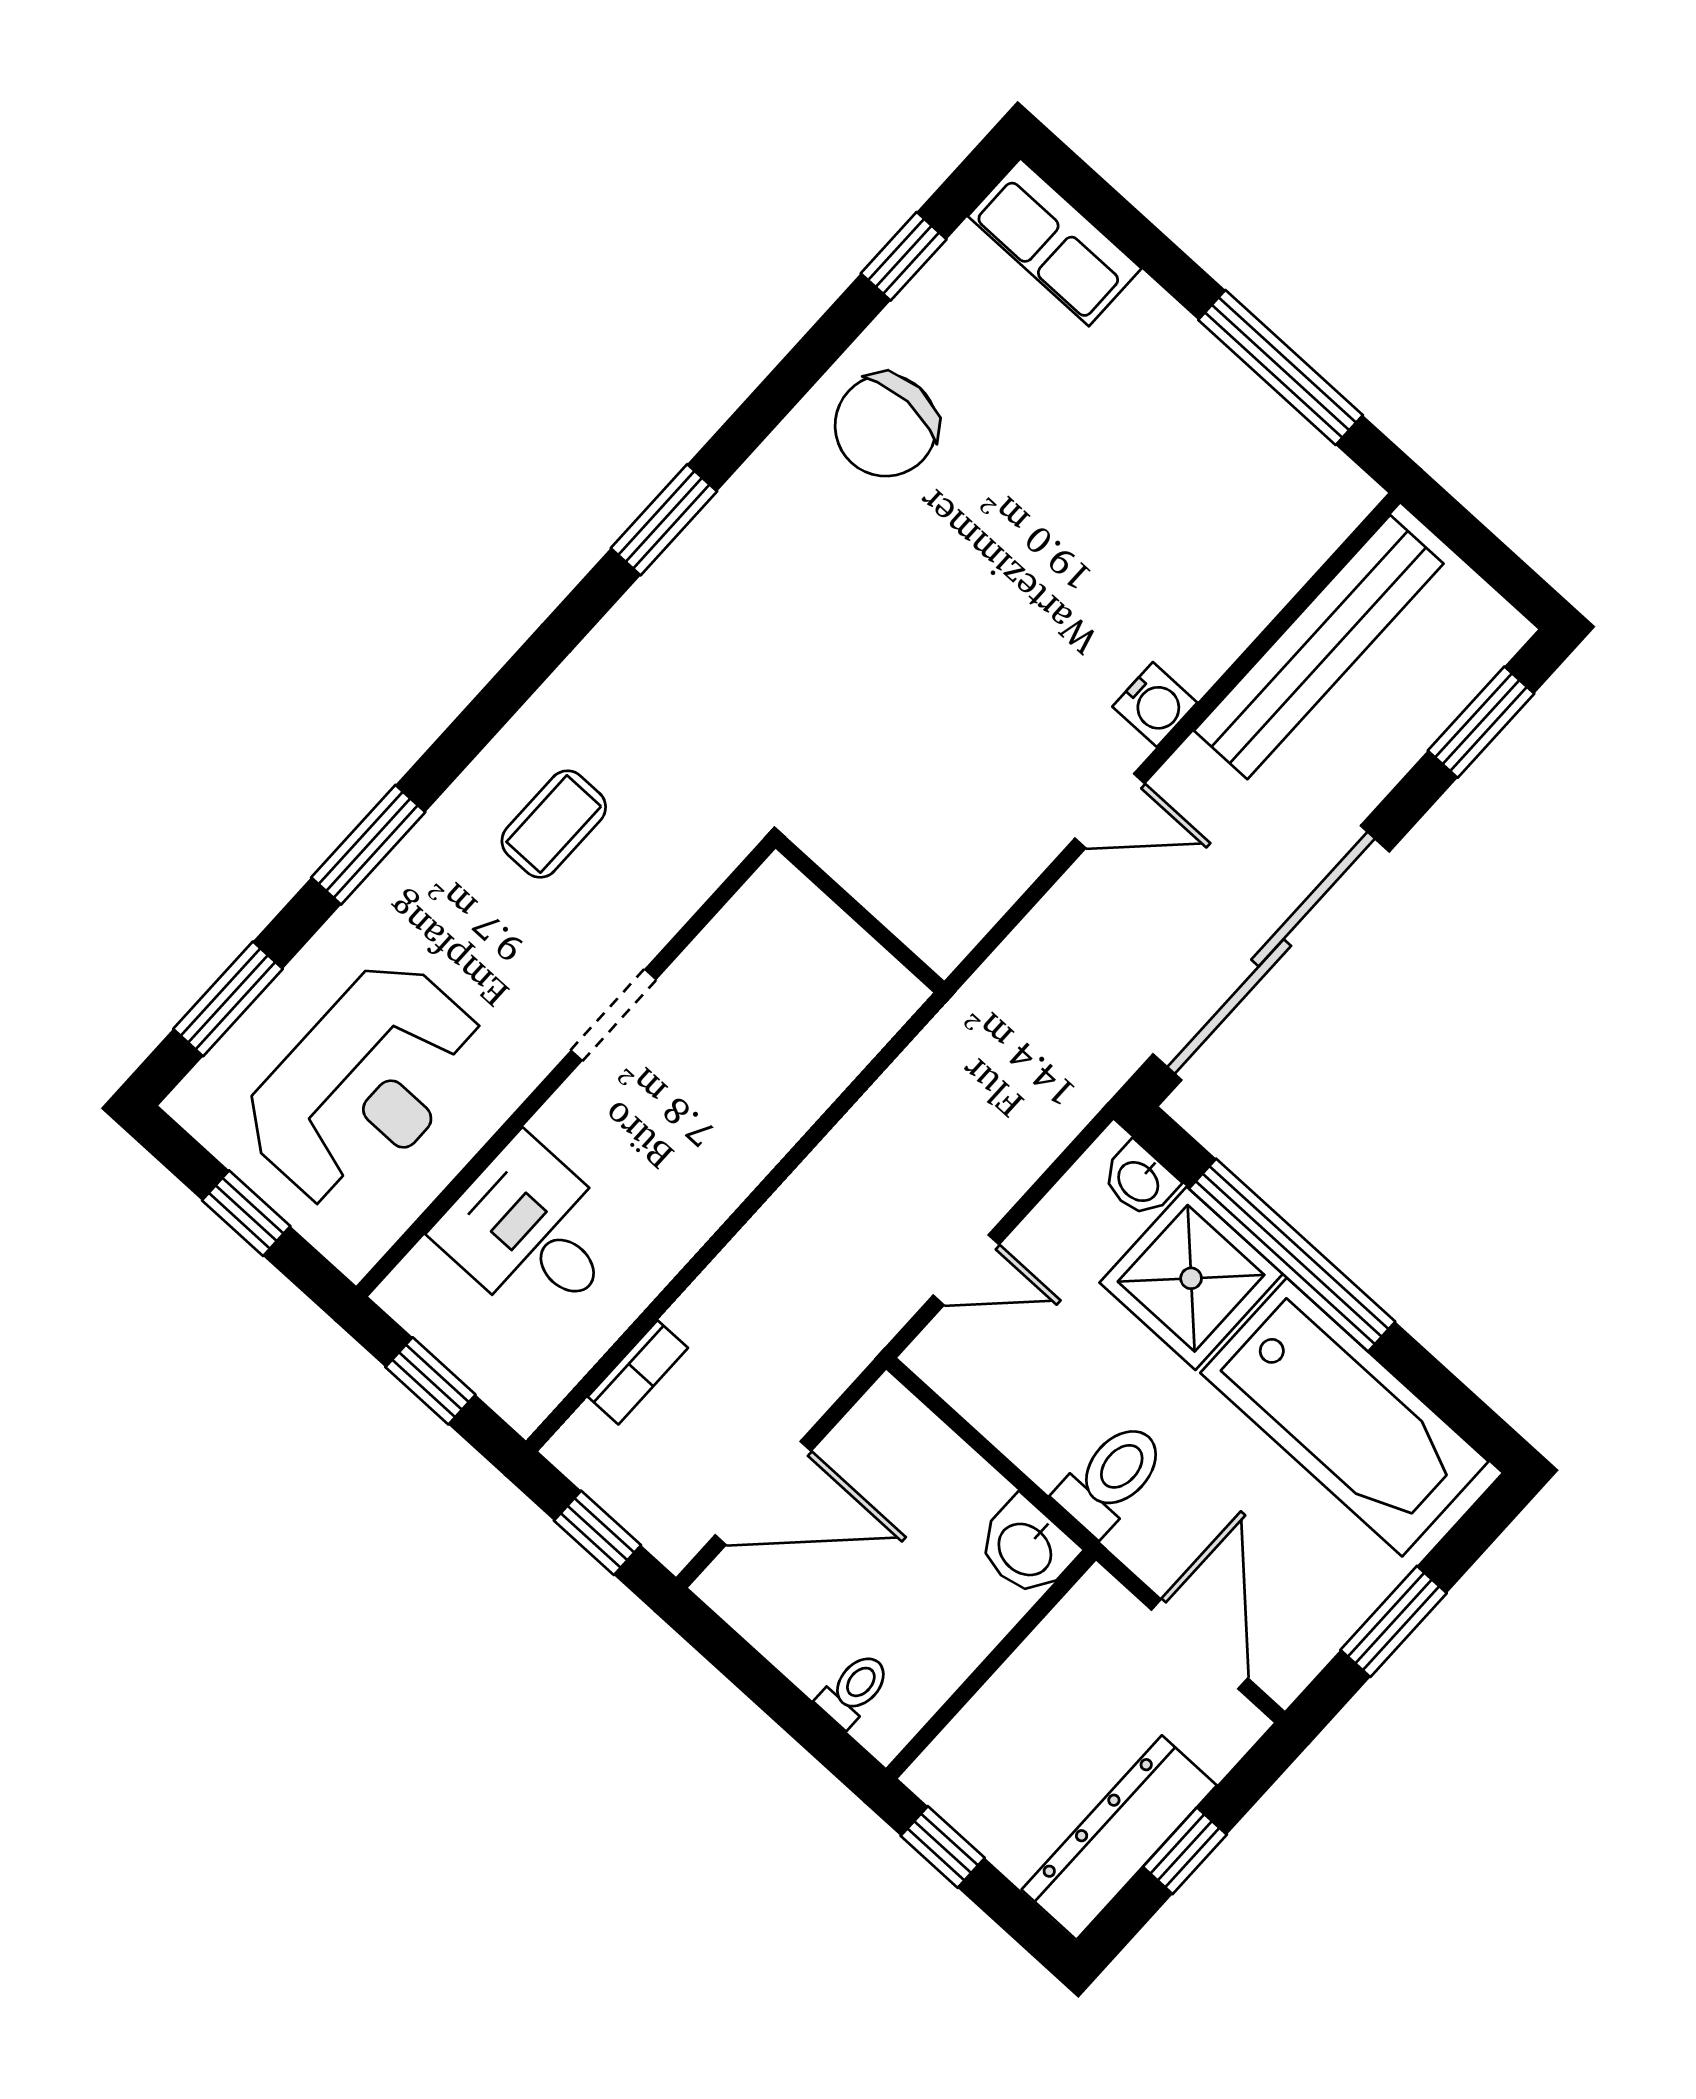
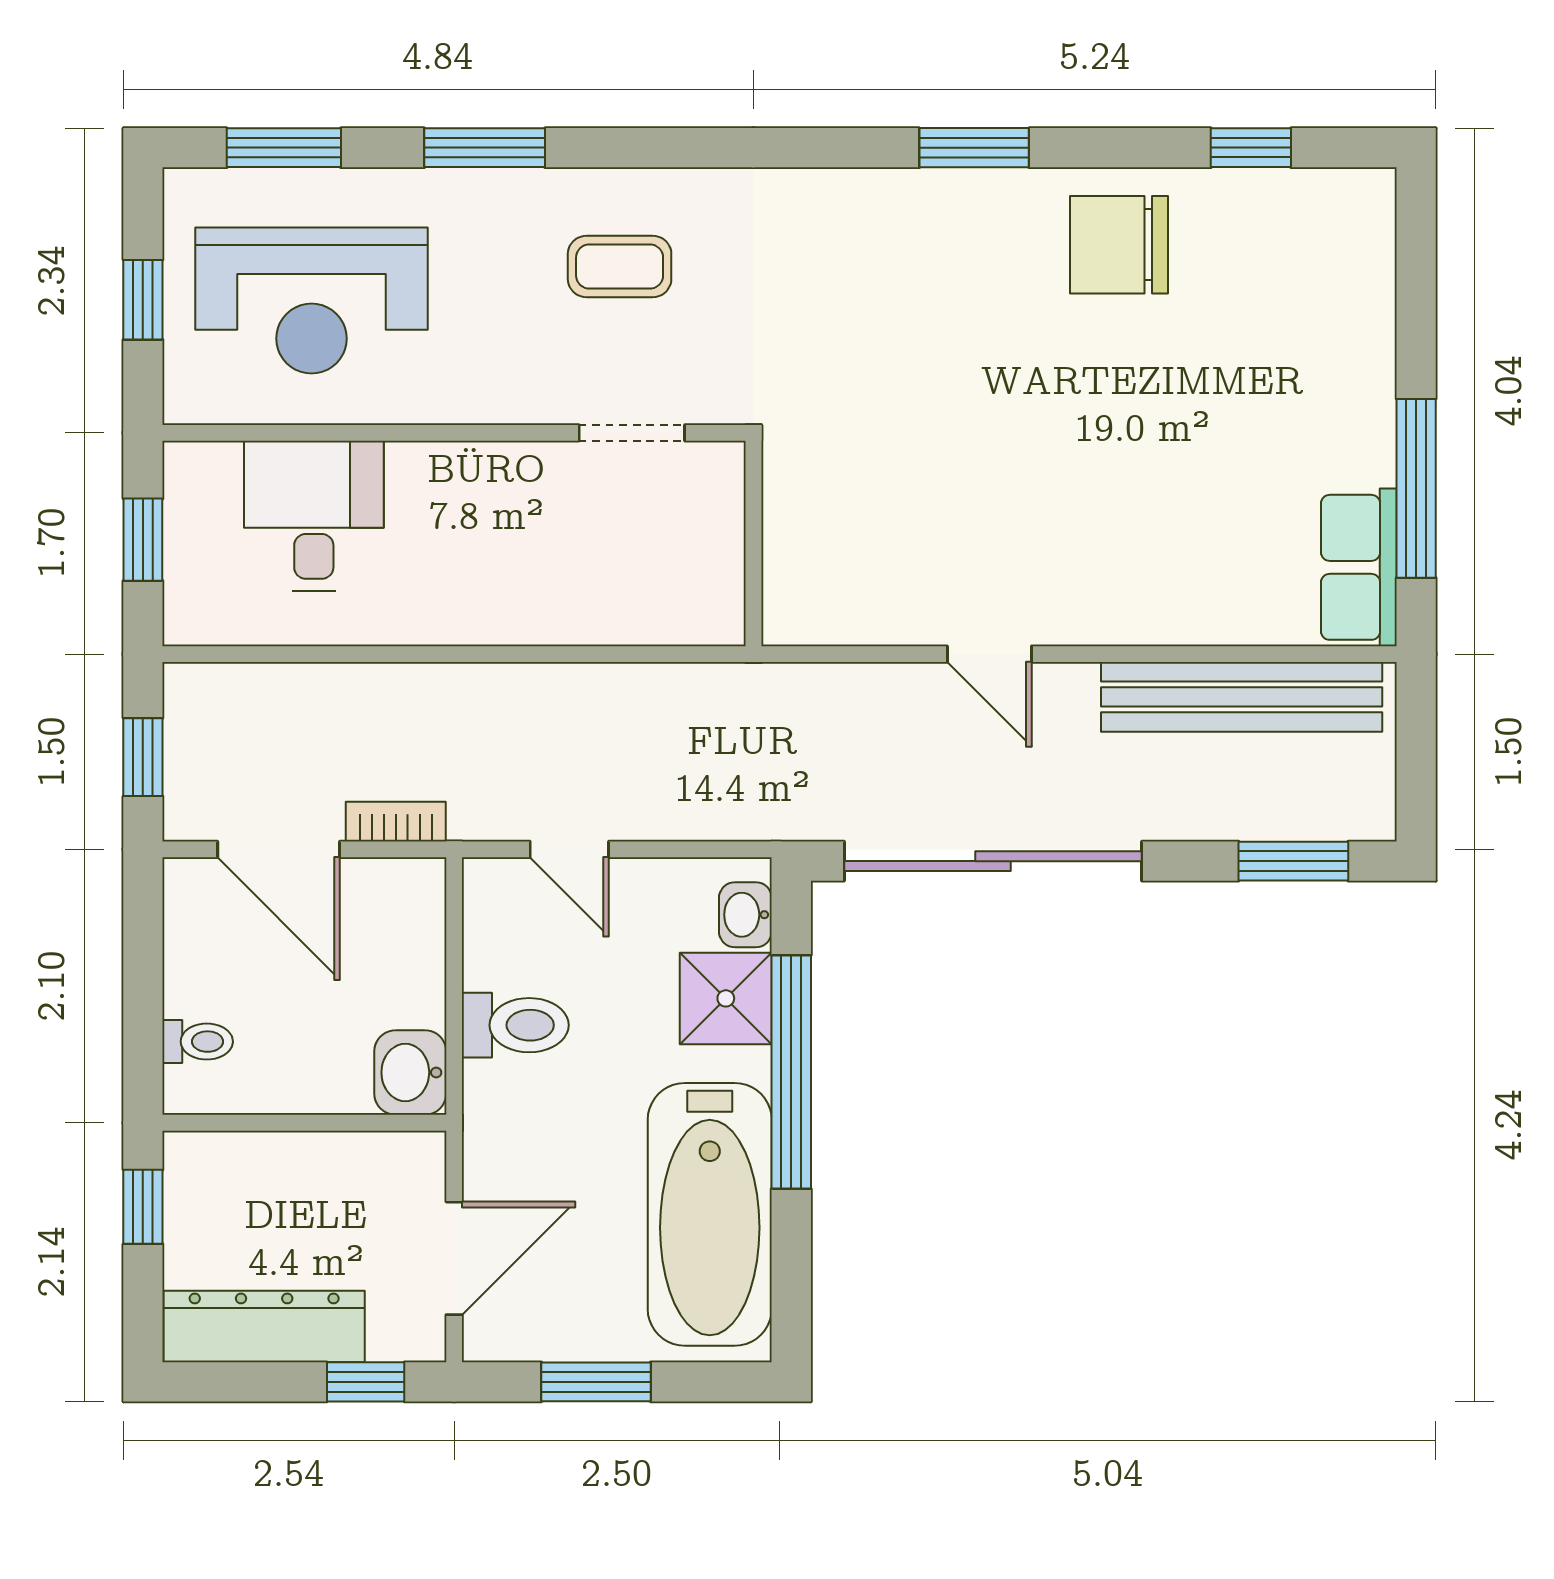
row of seats: (1055, 242) -> (1359, 567), moved
window: (664, 520) -> (974, 148), moved
water cooler: (1155, 705) -> (1094, 617), removed
doorway: (613, 1015) -> (632, 433), moved
shower: (1191, 1278) -> (726, 998), width x0.73, depth x0.73
bookcase: (638, 1372) -> (396, 822), moved, turned 180
toilet: (1111, 1478) -> (515, 1025), moved
window: (1185, 1851) -> (366, 1382), moved

